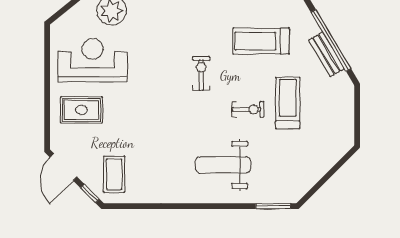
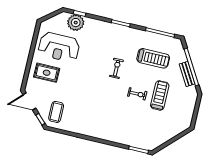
treadmill: (261, 41) -> (153, 58), turned 180
reception desk: (92, 60) -> (59, 47), turned 180
weight bench: (223, 165) -> (117, 121), removed
door: (63, 167) -> (29, 101), hinge flipped

